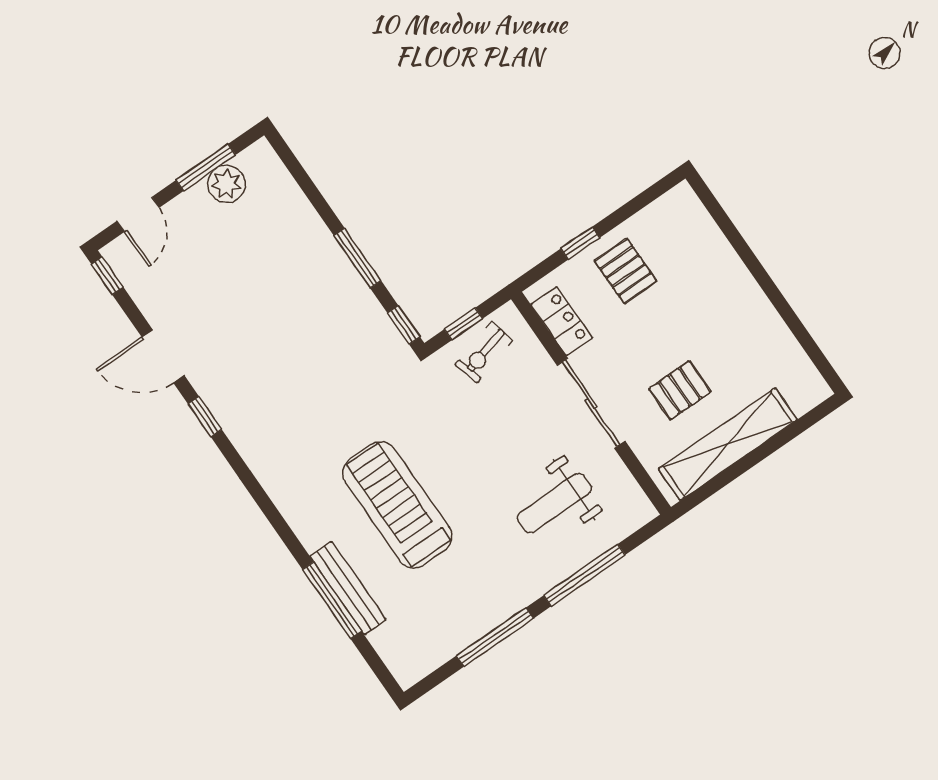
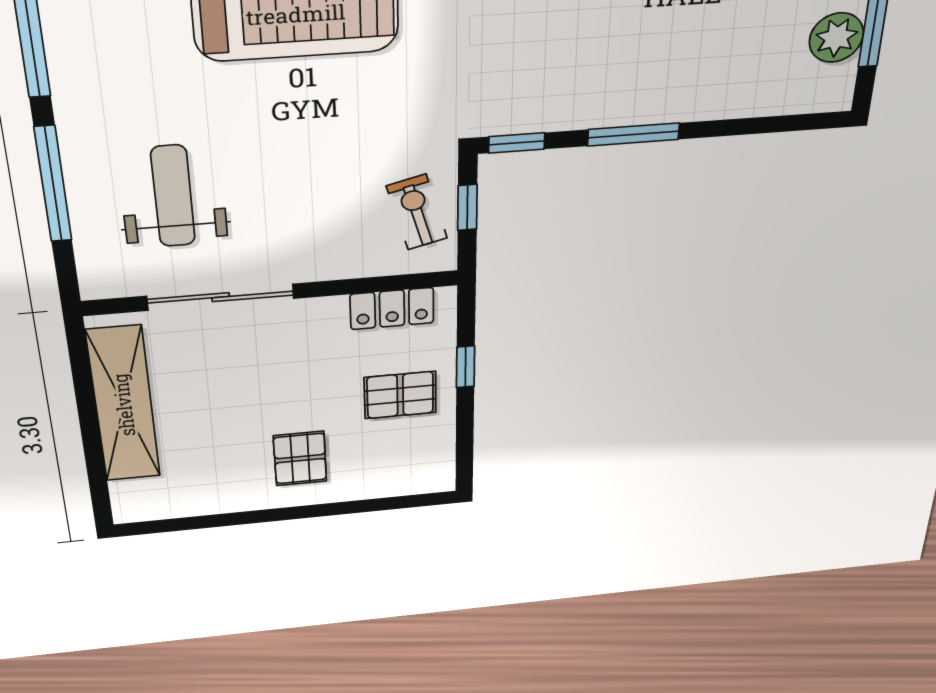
pallet: (680, 390) -> (300, 459), moved
sliding door: (591, 403) -> (221, 297), moved

